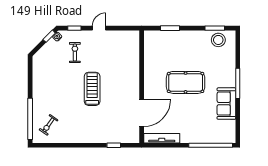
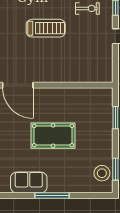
pool table: (186, 82) -> (53, 136), turned 90

